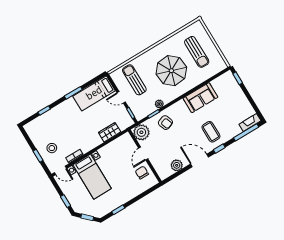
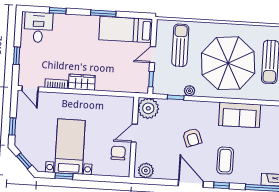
parasol: (171, 71) -> (228, 63), width x1.36, depth x1.36
door: (121, 97) -> (153, 55), hinge flipped
armchair: (165, 123) -> (192, 137), moved
desk: (39, 129) -> (38, 27), added
wardrobe: (110, 132) -> (82, 82), moved
stool: (52, 148) -> (38, 58), removed
plant: (177, 165) -> (146, 171), moved
bed with nightstands: (92, 177) -> (70, 147), moved, turned 180

